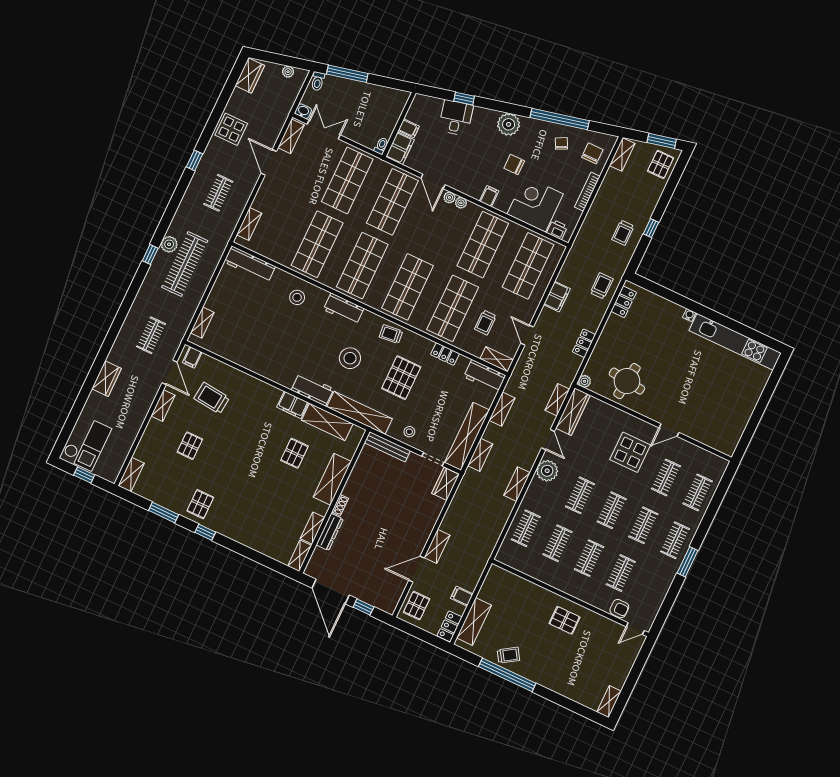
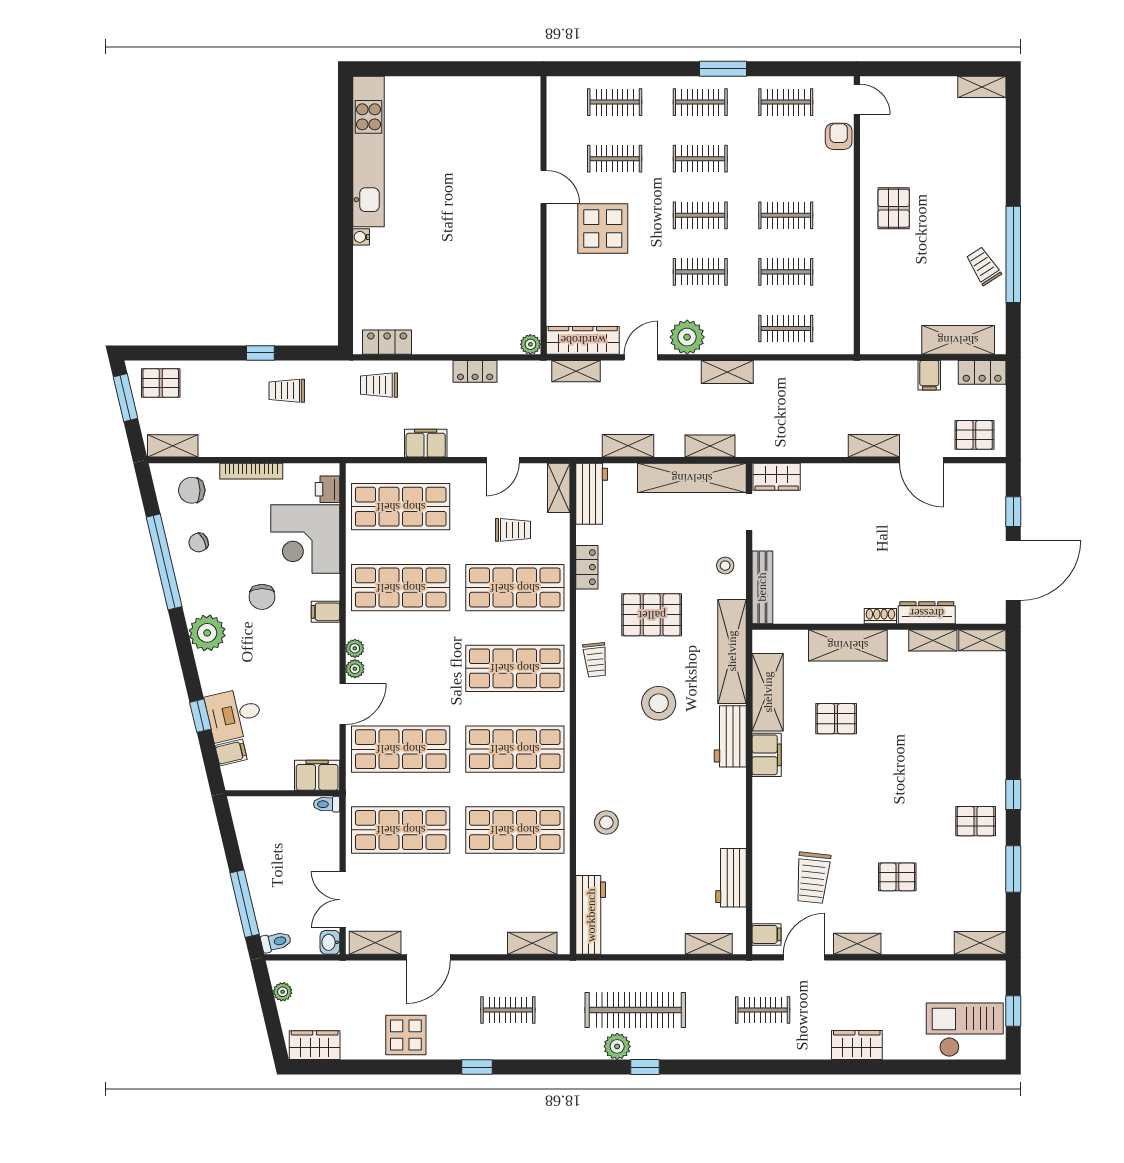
filing cabinet: (409, 128) -> (231, 753), moved, turned 77
trolley: (623, 233) -> (287, 391), turned 180
workbench: (344, 309) -> (731, 878), moved, turned 180
round table: (627, 381) -> (501, 282), removed
clothes rail: (621, 573) -> (786, 102), moved

